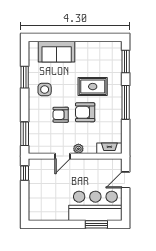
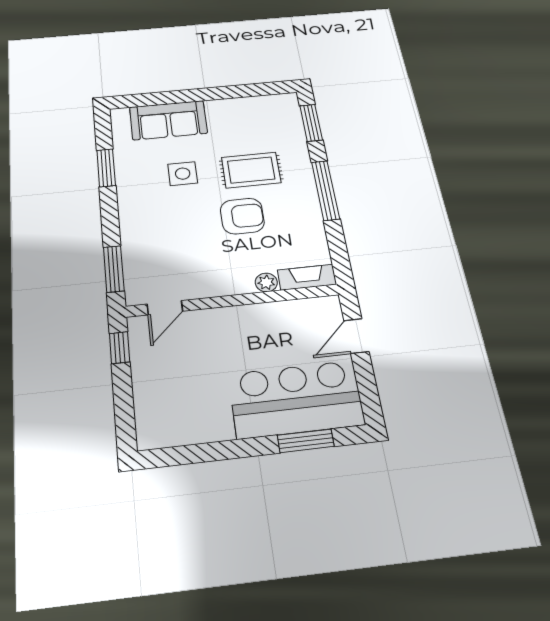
side table: (45, 89) -> (183, 174), moved
armchair: (85, 112) -> (242, 216), turned 180
armchair: (61, 115) -> (190, 226), removed
plant: (78, 149) -> (266, 282), moved
door: (63, 156) -> (165, 308), moved

